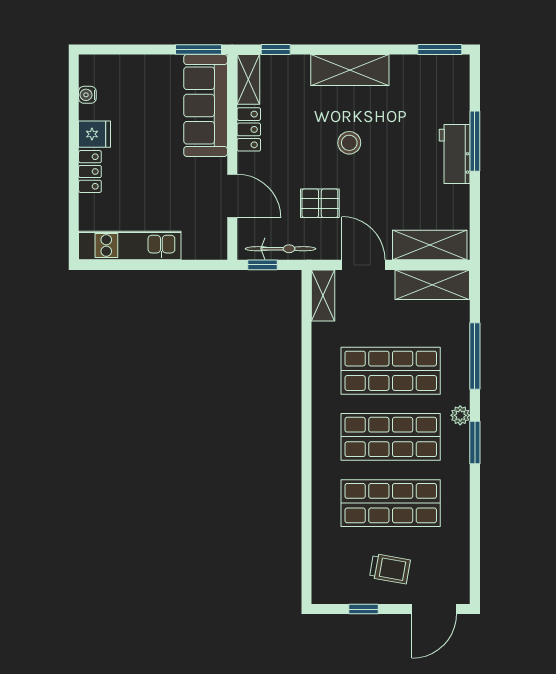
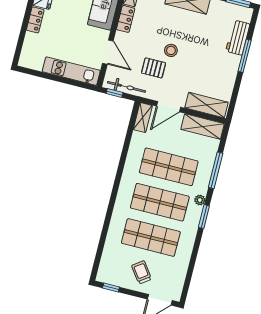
stool: (349, 143) -> (171, 50), moved
workbench: (455, 154) -> (238, 38), moved
kitchen unit: (130, 246) -> (71, 71), moved
door: (363, 265) -> (168, 107), swing flipped
trolley: (390, 569) -> (142, 272), turned -136
window: (363, 609) -> (111, 287), moved

